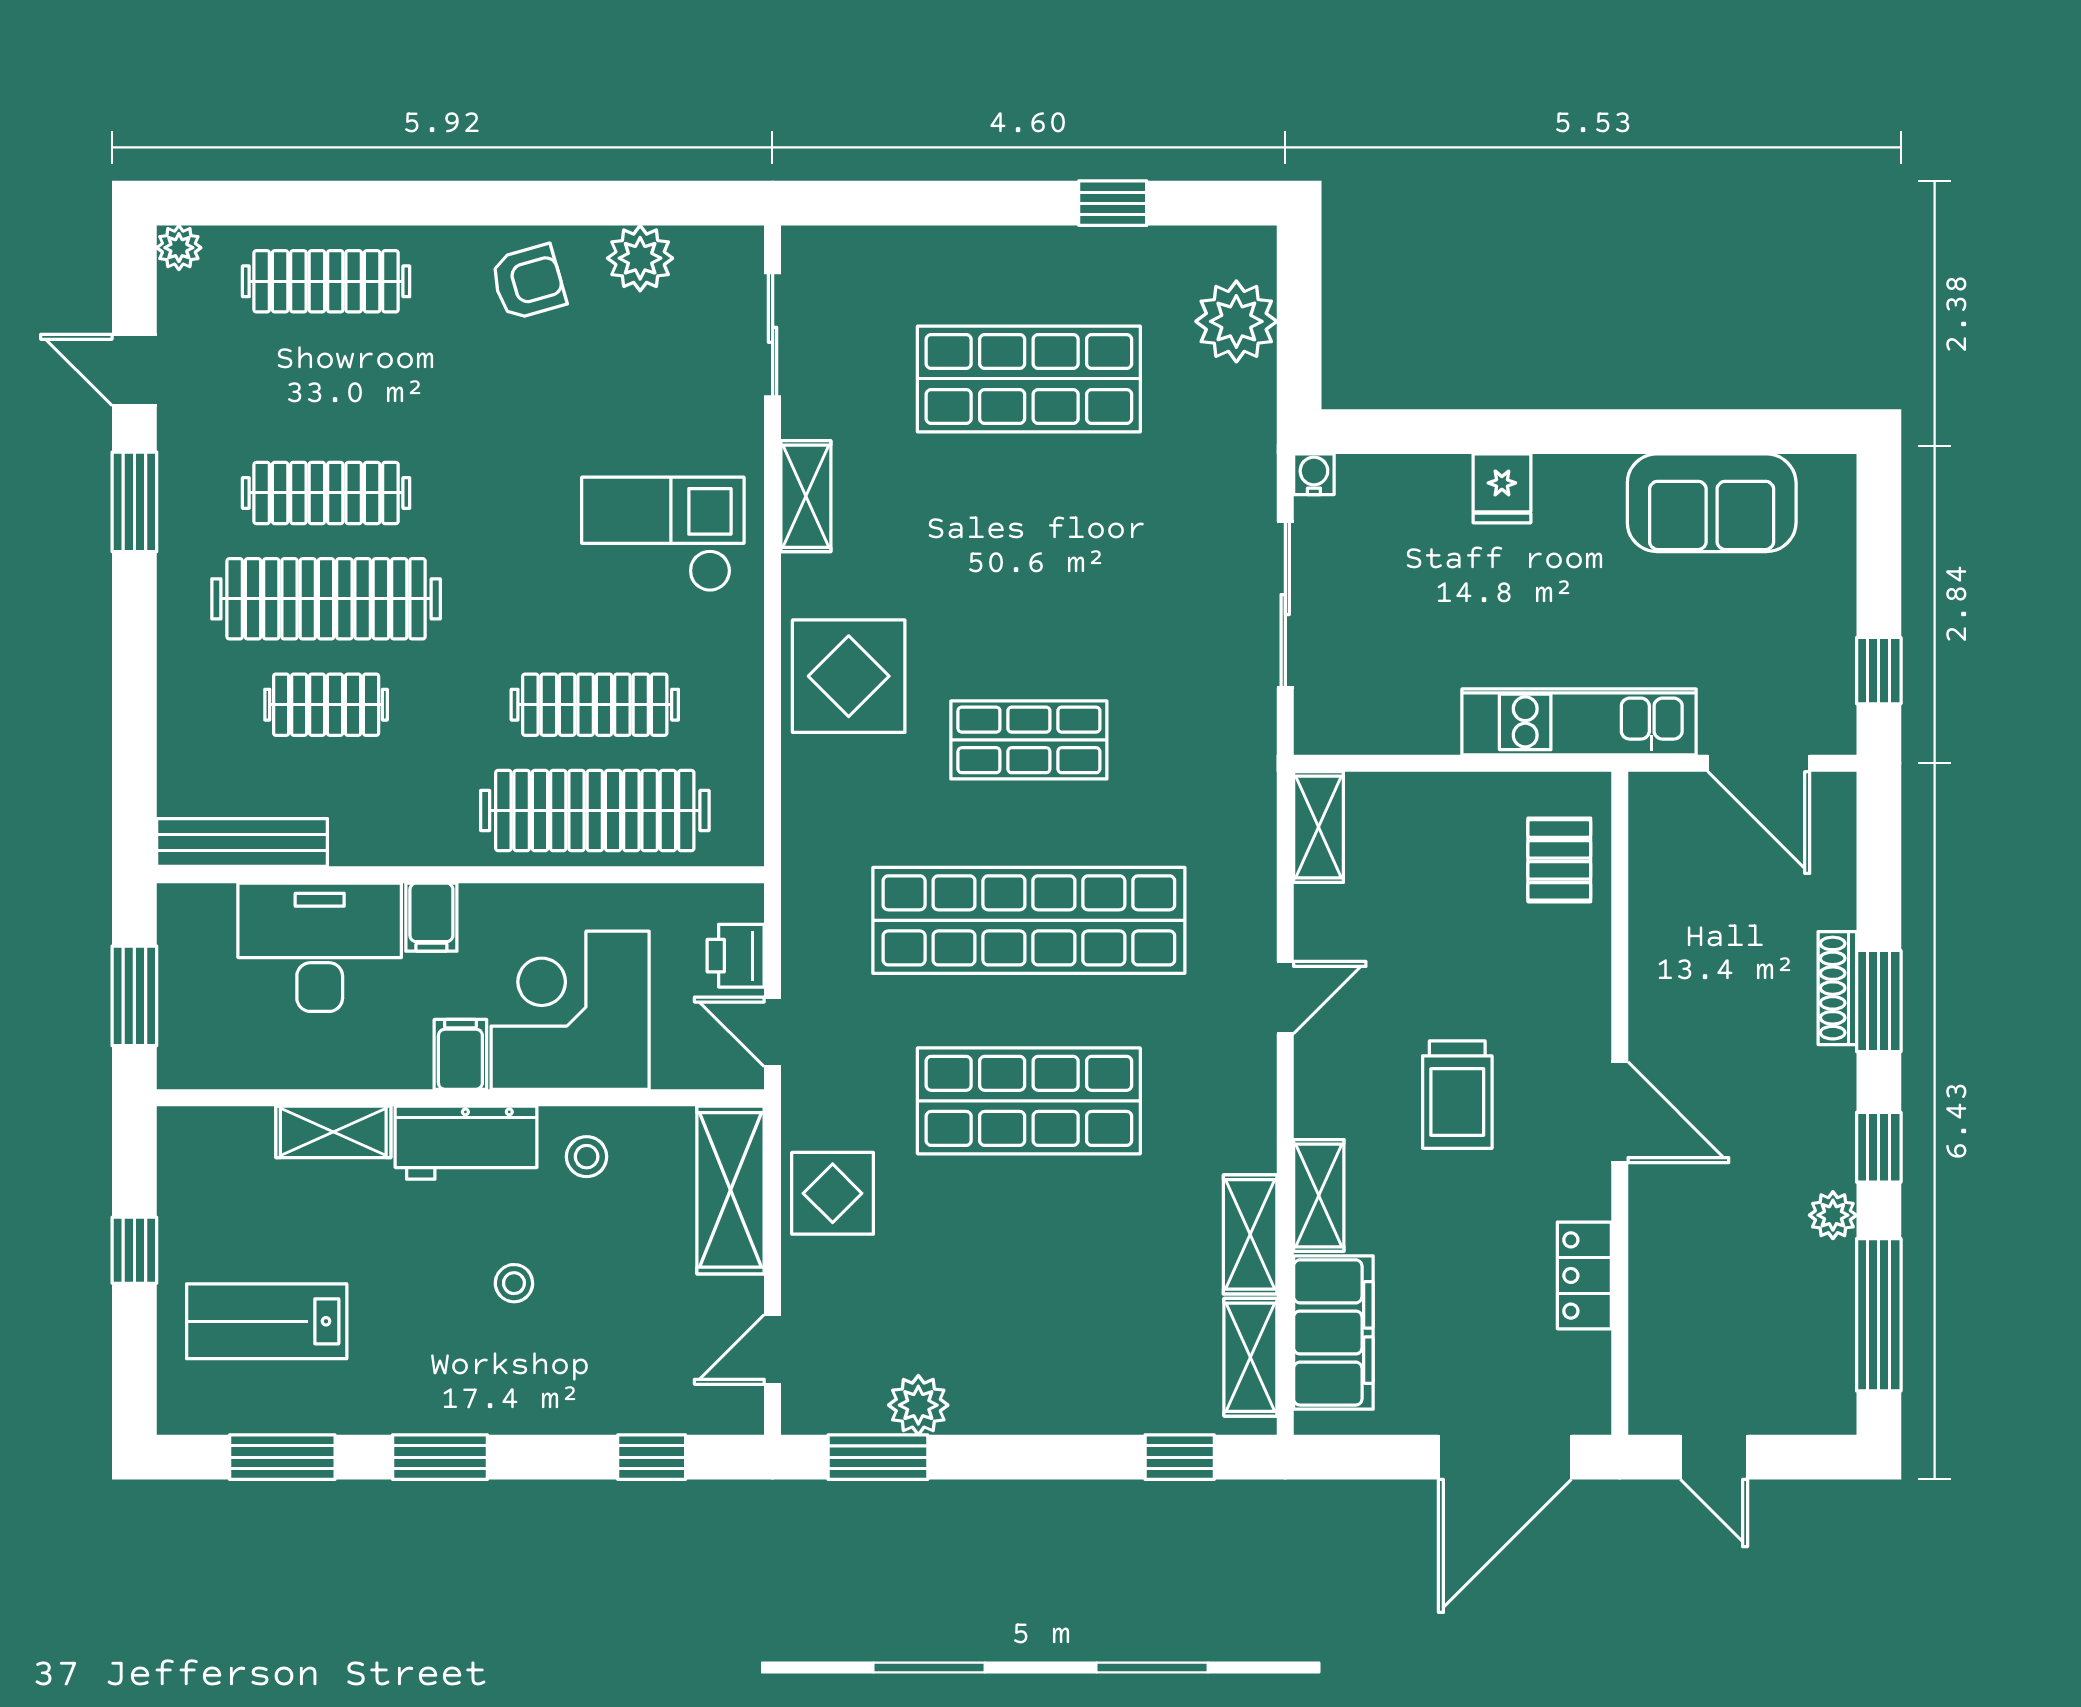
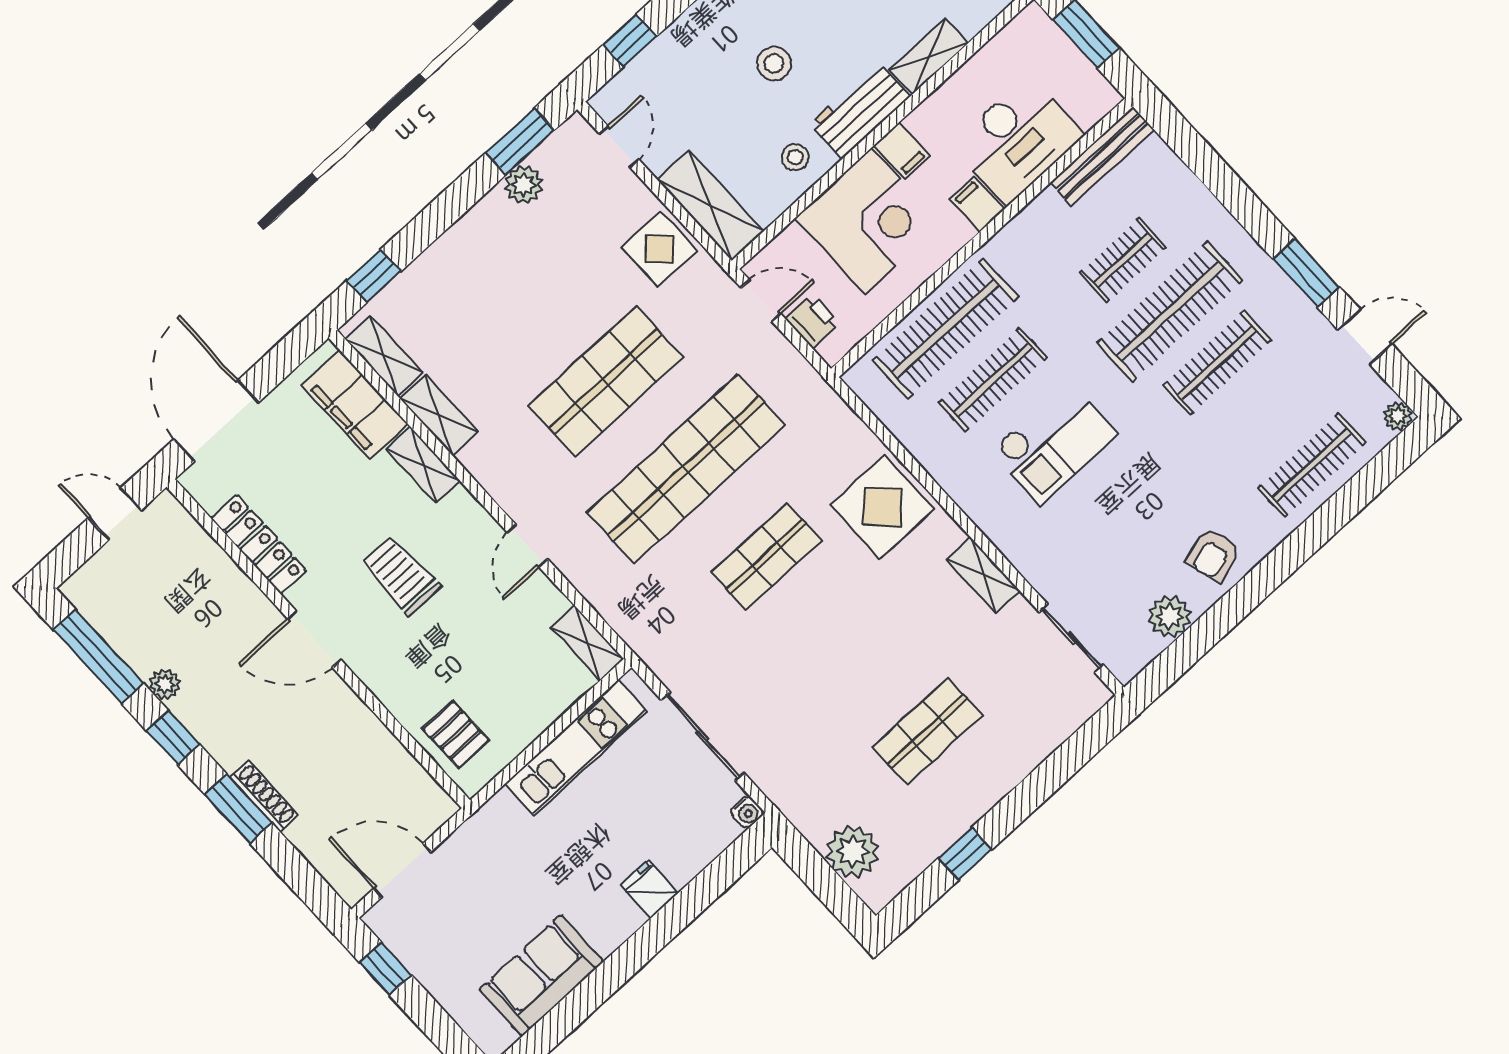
shop shelf: (1029, 379) -> (927, 731), width x0.70, depth x0.74
checkout: (663, 534) -> (1054, 442), moved
kitchen unit: (1579, 722) -> (576, 747), moved
locker: (1584, 1275) -> (259, 544), width x1.53
stool: (514, 1283) -> (774, 64), width x1.37, depth x1.37

